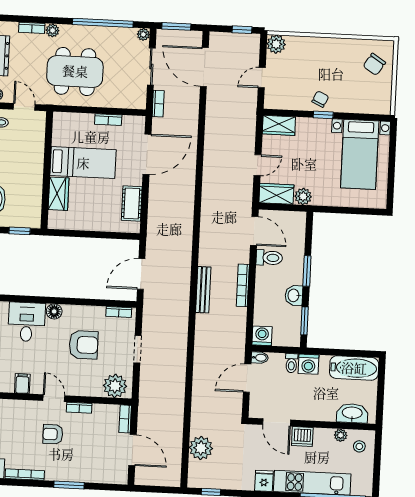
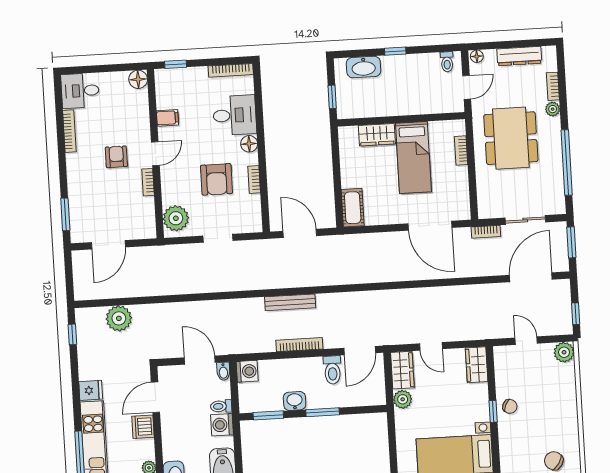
plant: (143, 34) -> (559, 208), removed
bookcase: (108, 120) -> (461, 151), moved
cot: (132, 203) -> (353, 208), moved, turned 90
bookcase: (119, 312) -> (254, 180), moved
bookcase: (125, 419) -> (141, 233), removed
window: (69, 485) -> (65, 214), moved

